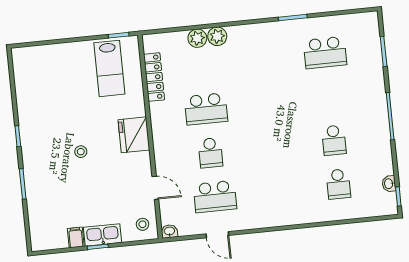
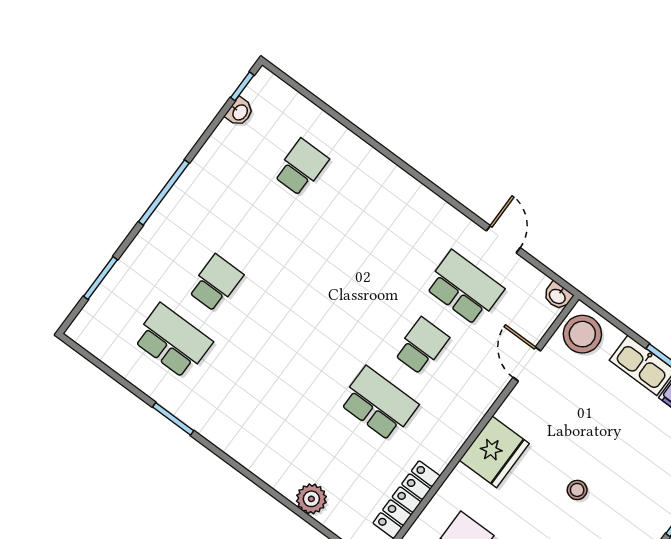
plant: (217, 36) -> (285, 479), removed
school desk: (334, 140) -> (216, 283), moved
stool: (143, 224) -> (582, 334), width x1.89, depth x1.89

